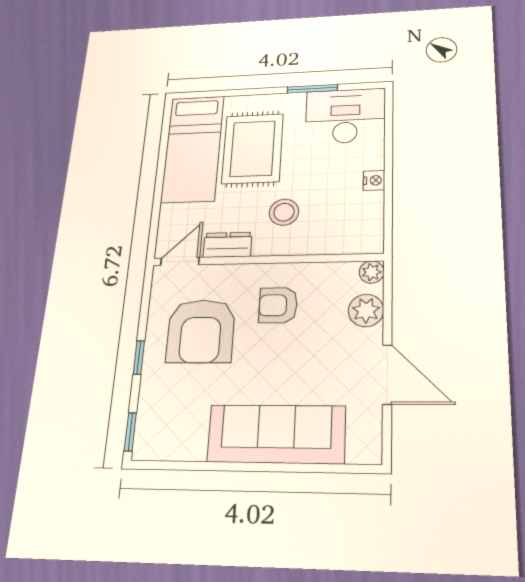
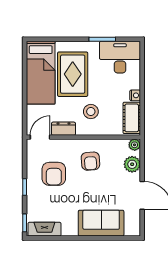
cot: (366, 221) -> (132, 118), added
armchair: (278, 305) -> (90, 161), turned -94
armchair: (201, 331) -> (54, 174), width x0.73, depth x0.73
sofa: (276, 434) -> (101, 223), width x0.73
fireplace: (170, 446) -> (44, 229), added

